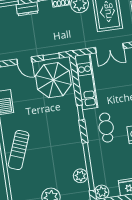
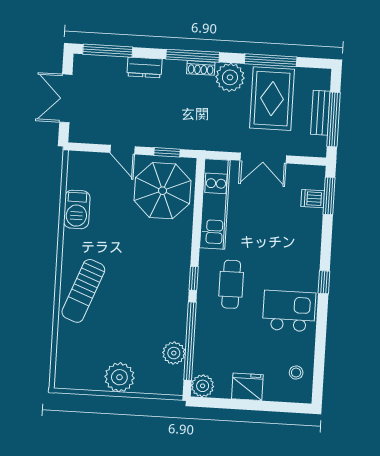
window: (81, 113) -> (194, 278), moved

